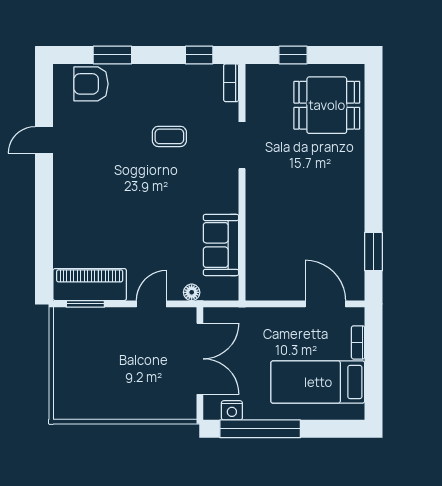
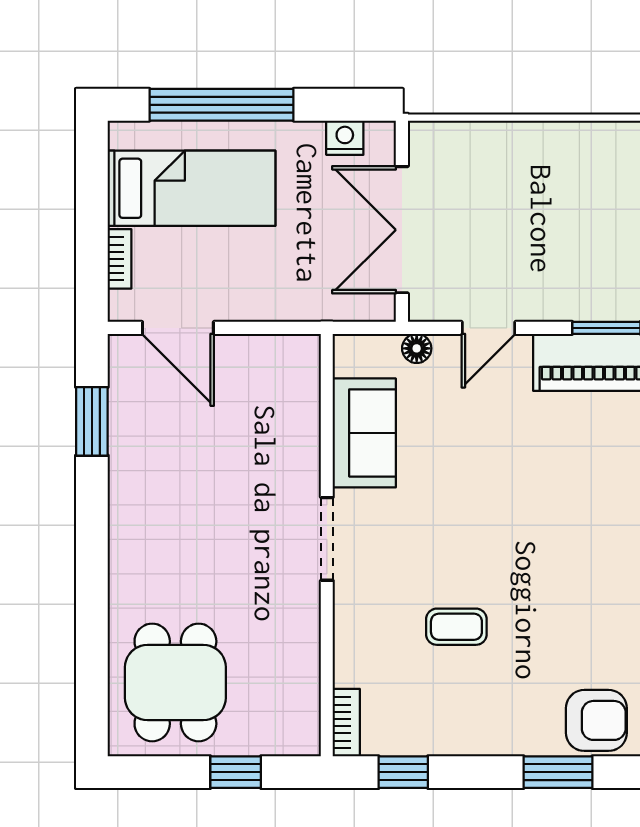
dining table: (327, 105) -> (175, 682), turned 90
doorway: (242, 145) -> (327, 539), moved
window: (260, 429) -> (222, 105), moved

